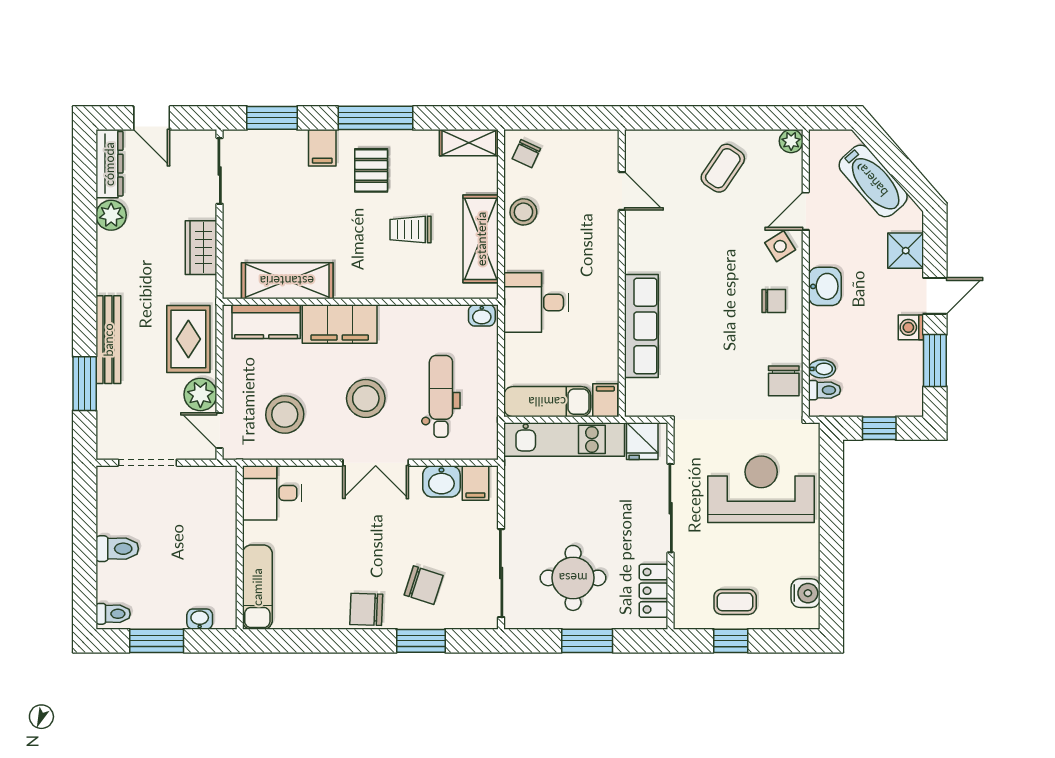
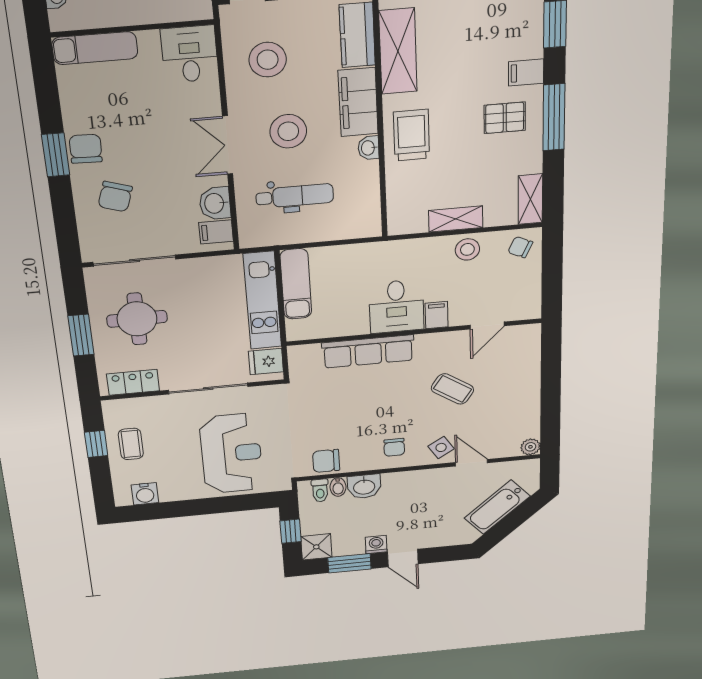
coffee table: (723, 168) -> (452, 389), moved
trolley: (411, 230) -> (411, 135), moved, width x1.36, depth x1.39
shelving: (481, 239) -> (456, 219), width x0.67, depth x0.75
shower: (906, 251) -> (316, 547), moved
washbasin: (825, 286) -> (364, 486), moved
desk: (536, 303) -> (396, 306), moved, turned 180
washbasin: (482, 315) -> (368, 148), moved
filing cabinet: (605, 400) -> (437, 315), moved, turned -90
window: (421, 641) -> (56, 155), moved

